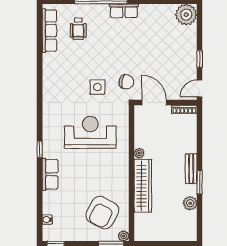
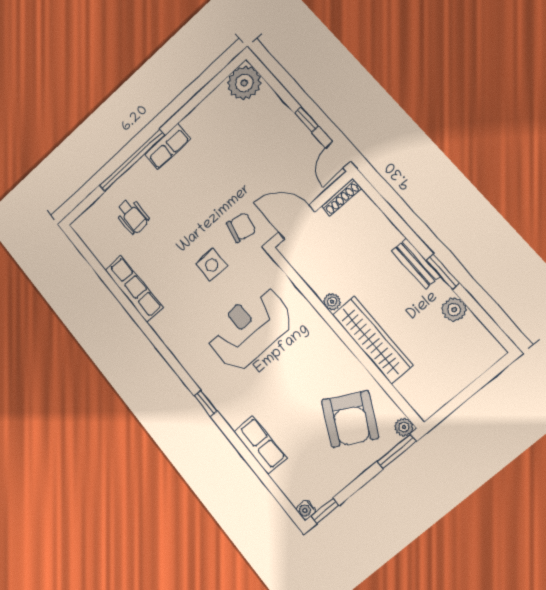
row of seats: (49, 31) -> (134, 289), moved
row of seats: (50, 174) -> (260, 445), moved
water cooler: (47, 220) -> (306, 510), moved

